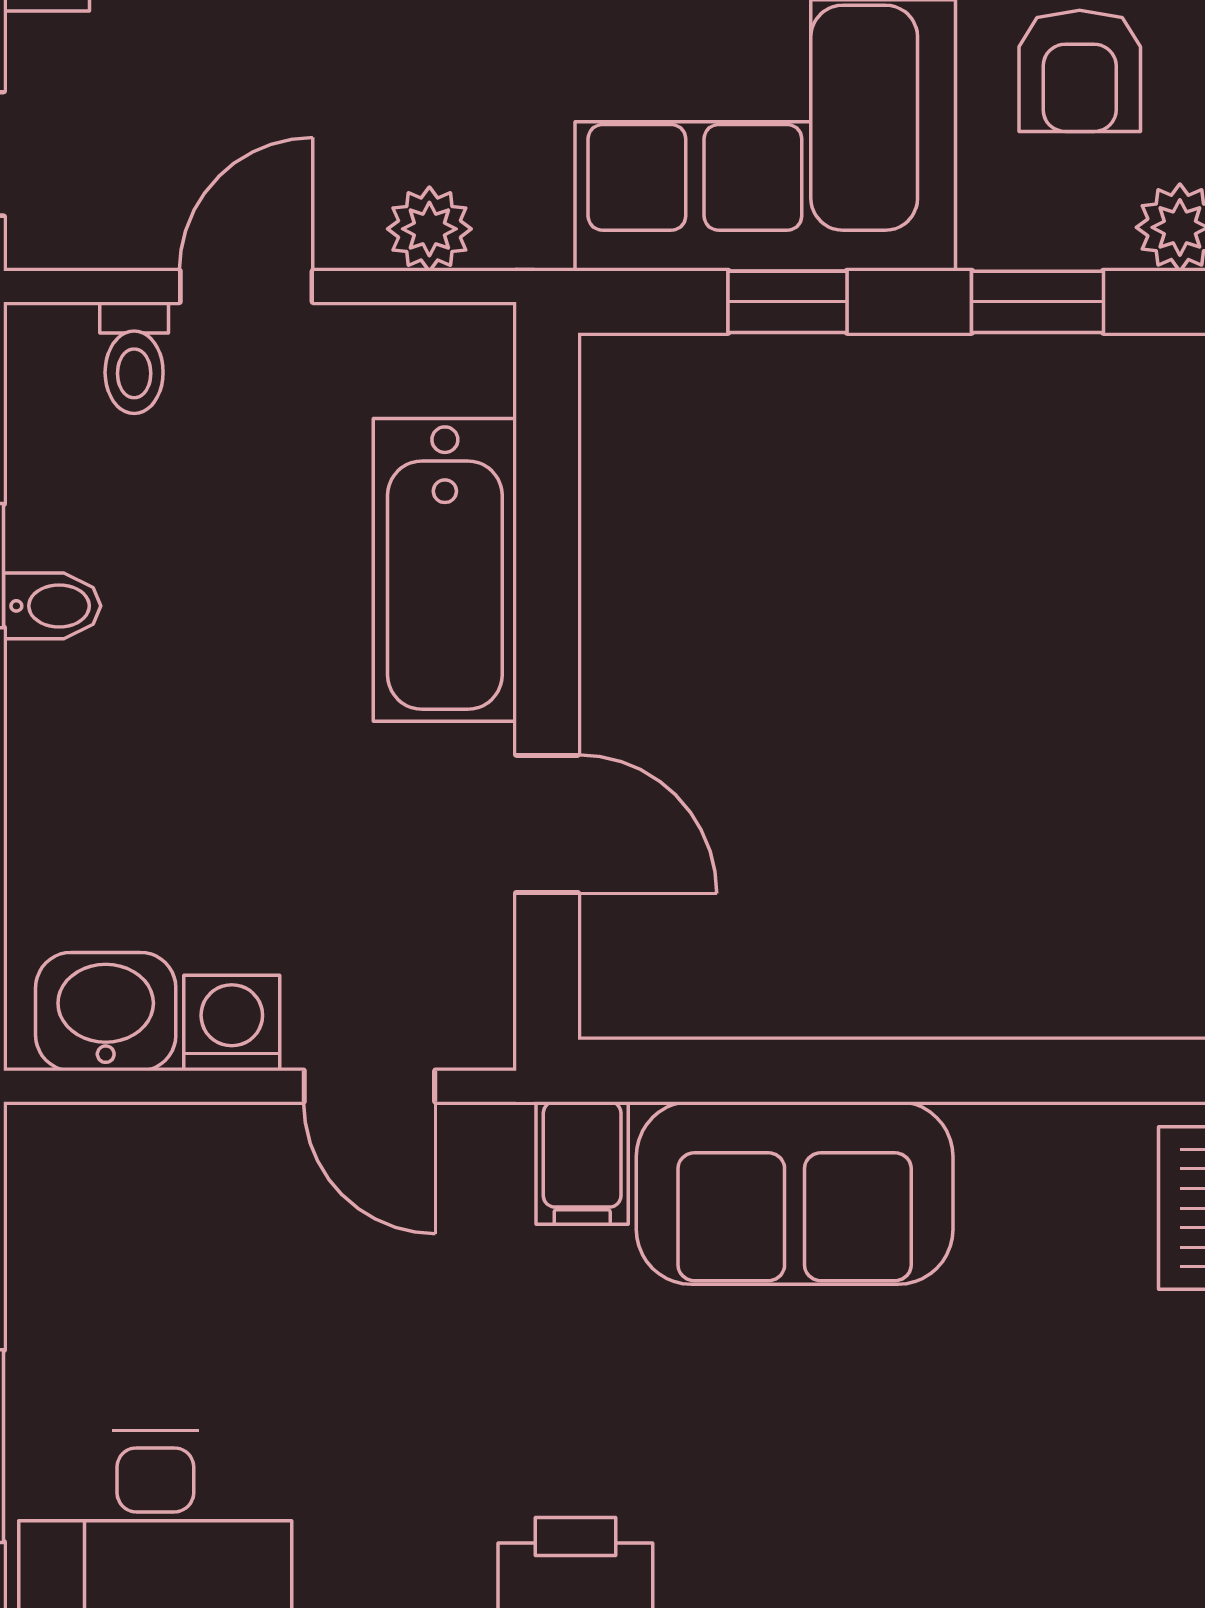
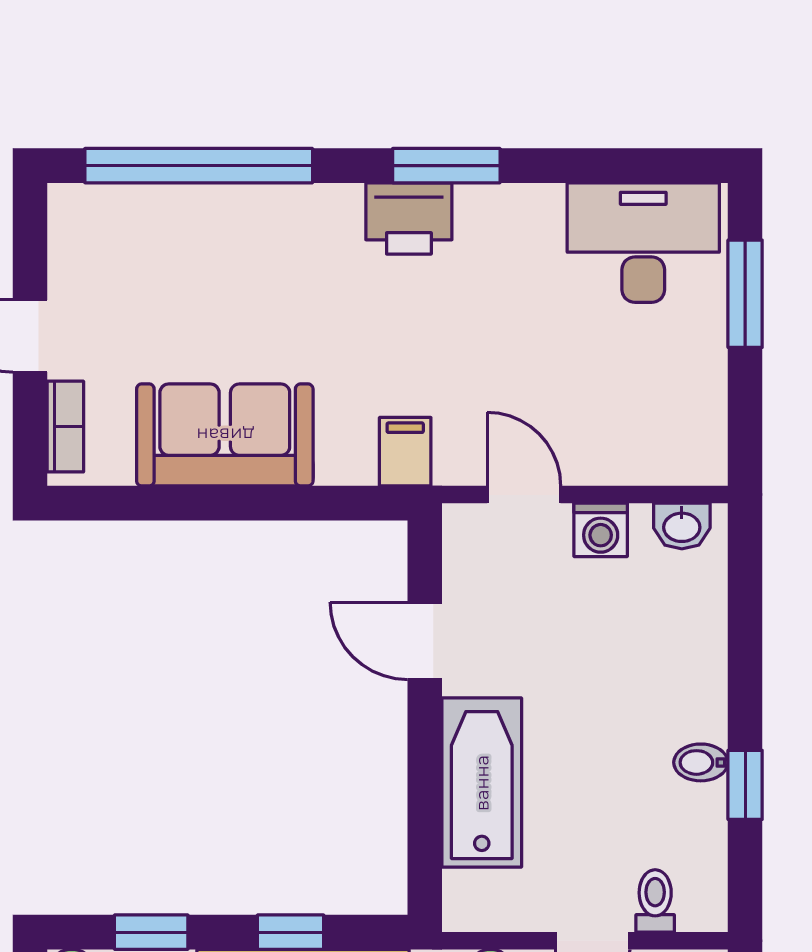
washbasin: (106, 1012) -> (682, 526), width x0.72, depth x0.69
sofa: (795, 1193) -> (225, 435), moved

